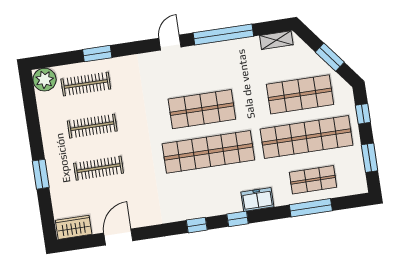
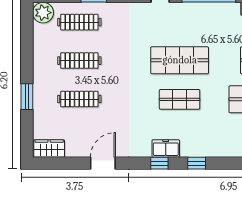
shop shelf: (208, 152) -> (180, 99), width x0.50, depth x0.74
freezer: (257, 199) -> (166, 148), moved
door: (118, 237) -> (103, 163), moved

